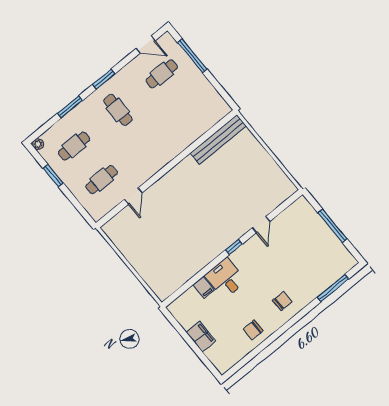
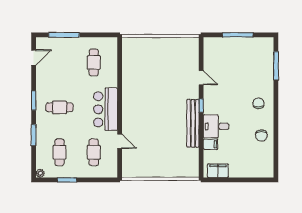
cafe table: (162, 74) -> (94, 62), moved
bench: (218, 140) -> (193, 123), moved
bar counter: (153, 157) -> (106, 109), added
filing cabinet: (201, 337) -> (218, 171), moved

